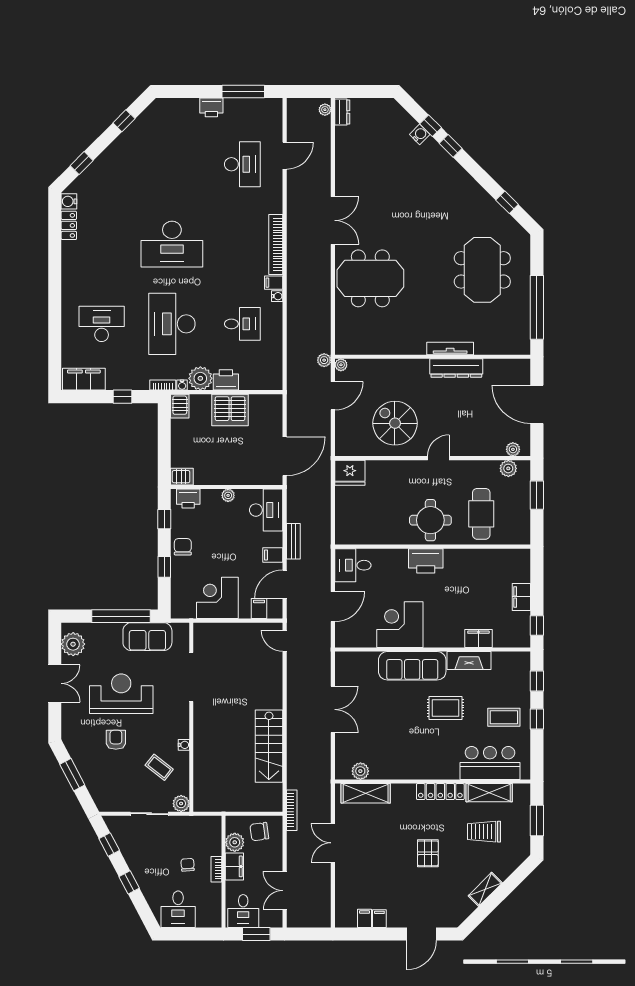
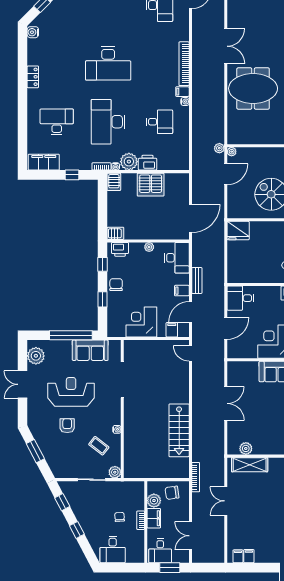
locker: (69, 225) -> (33, 77), moved
double door: (55, 683) -> (23, 384), swing flipped
filing cabinet: (379, 919) -> (238, 556), moved

